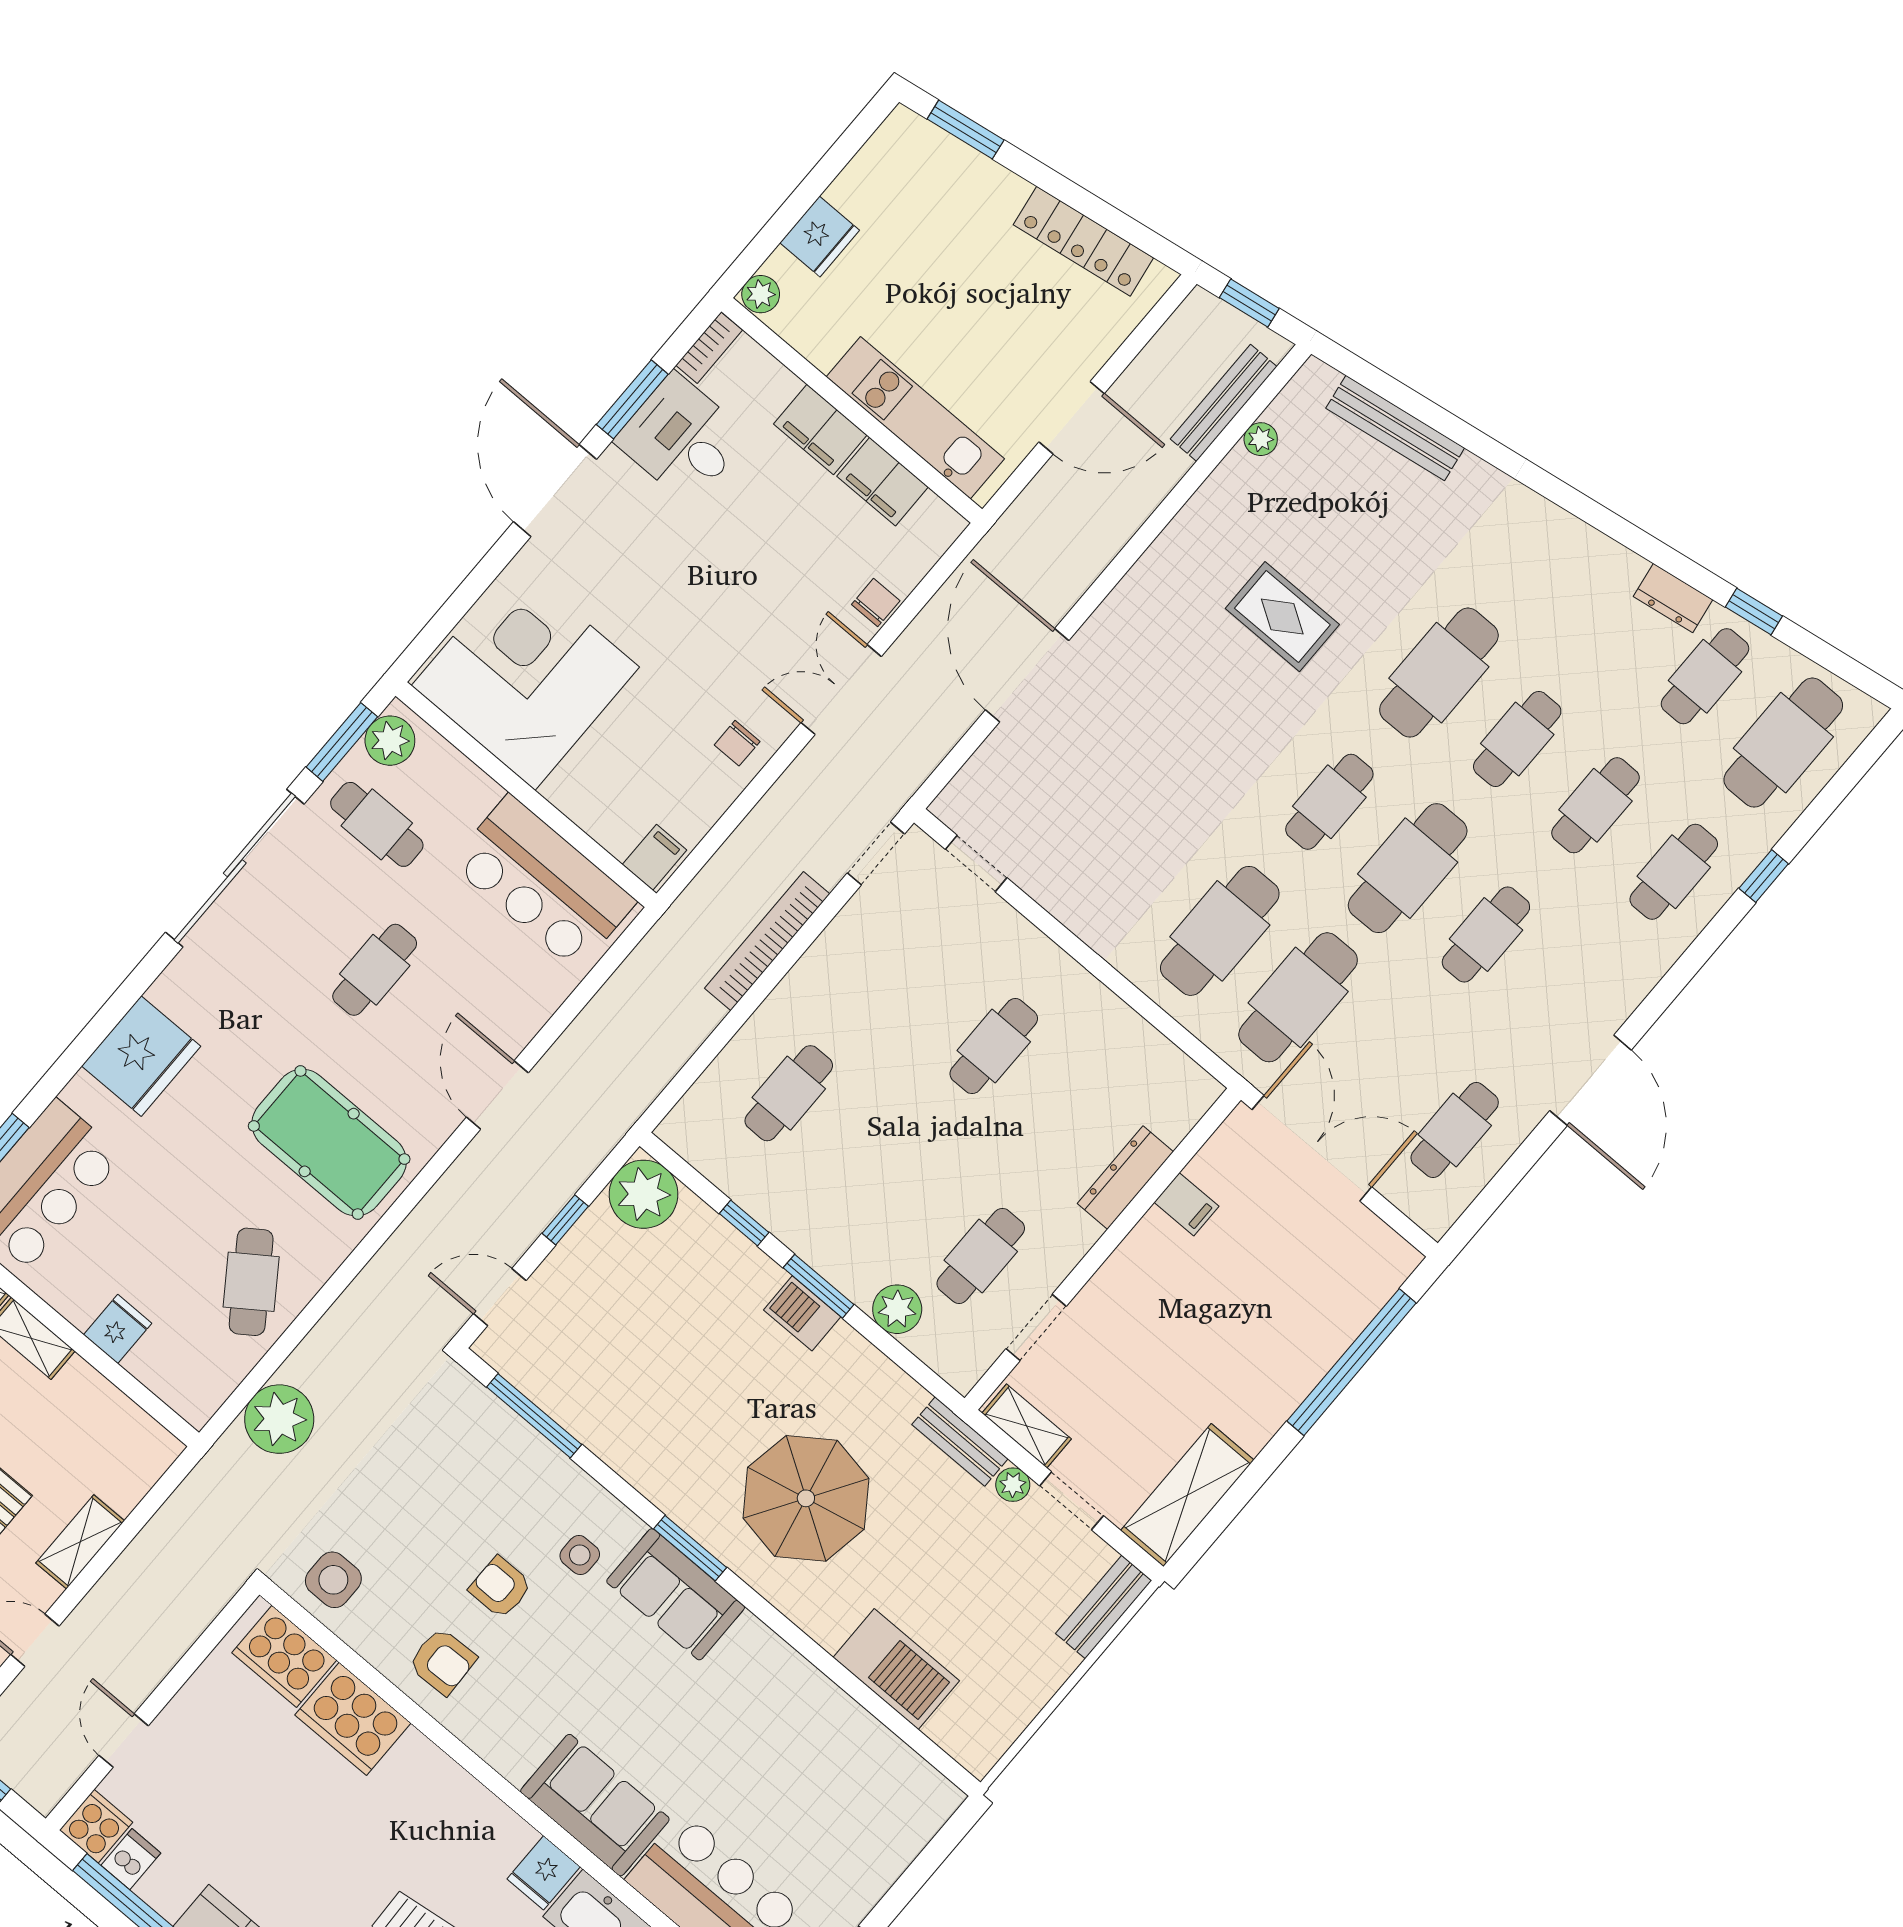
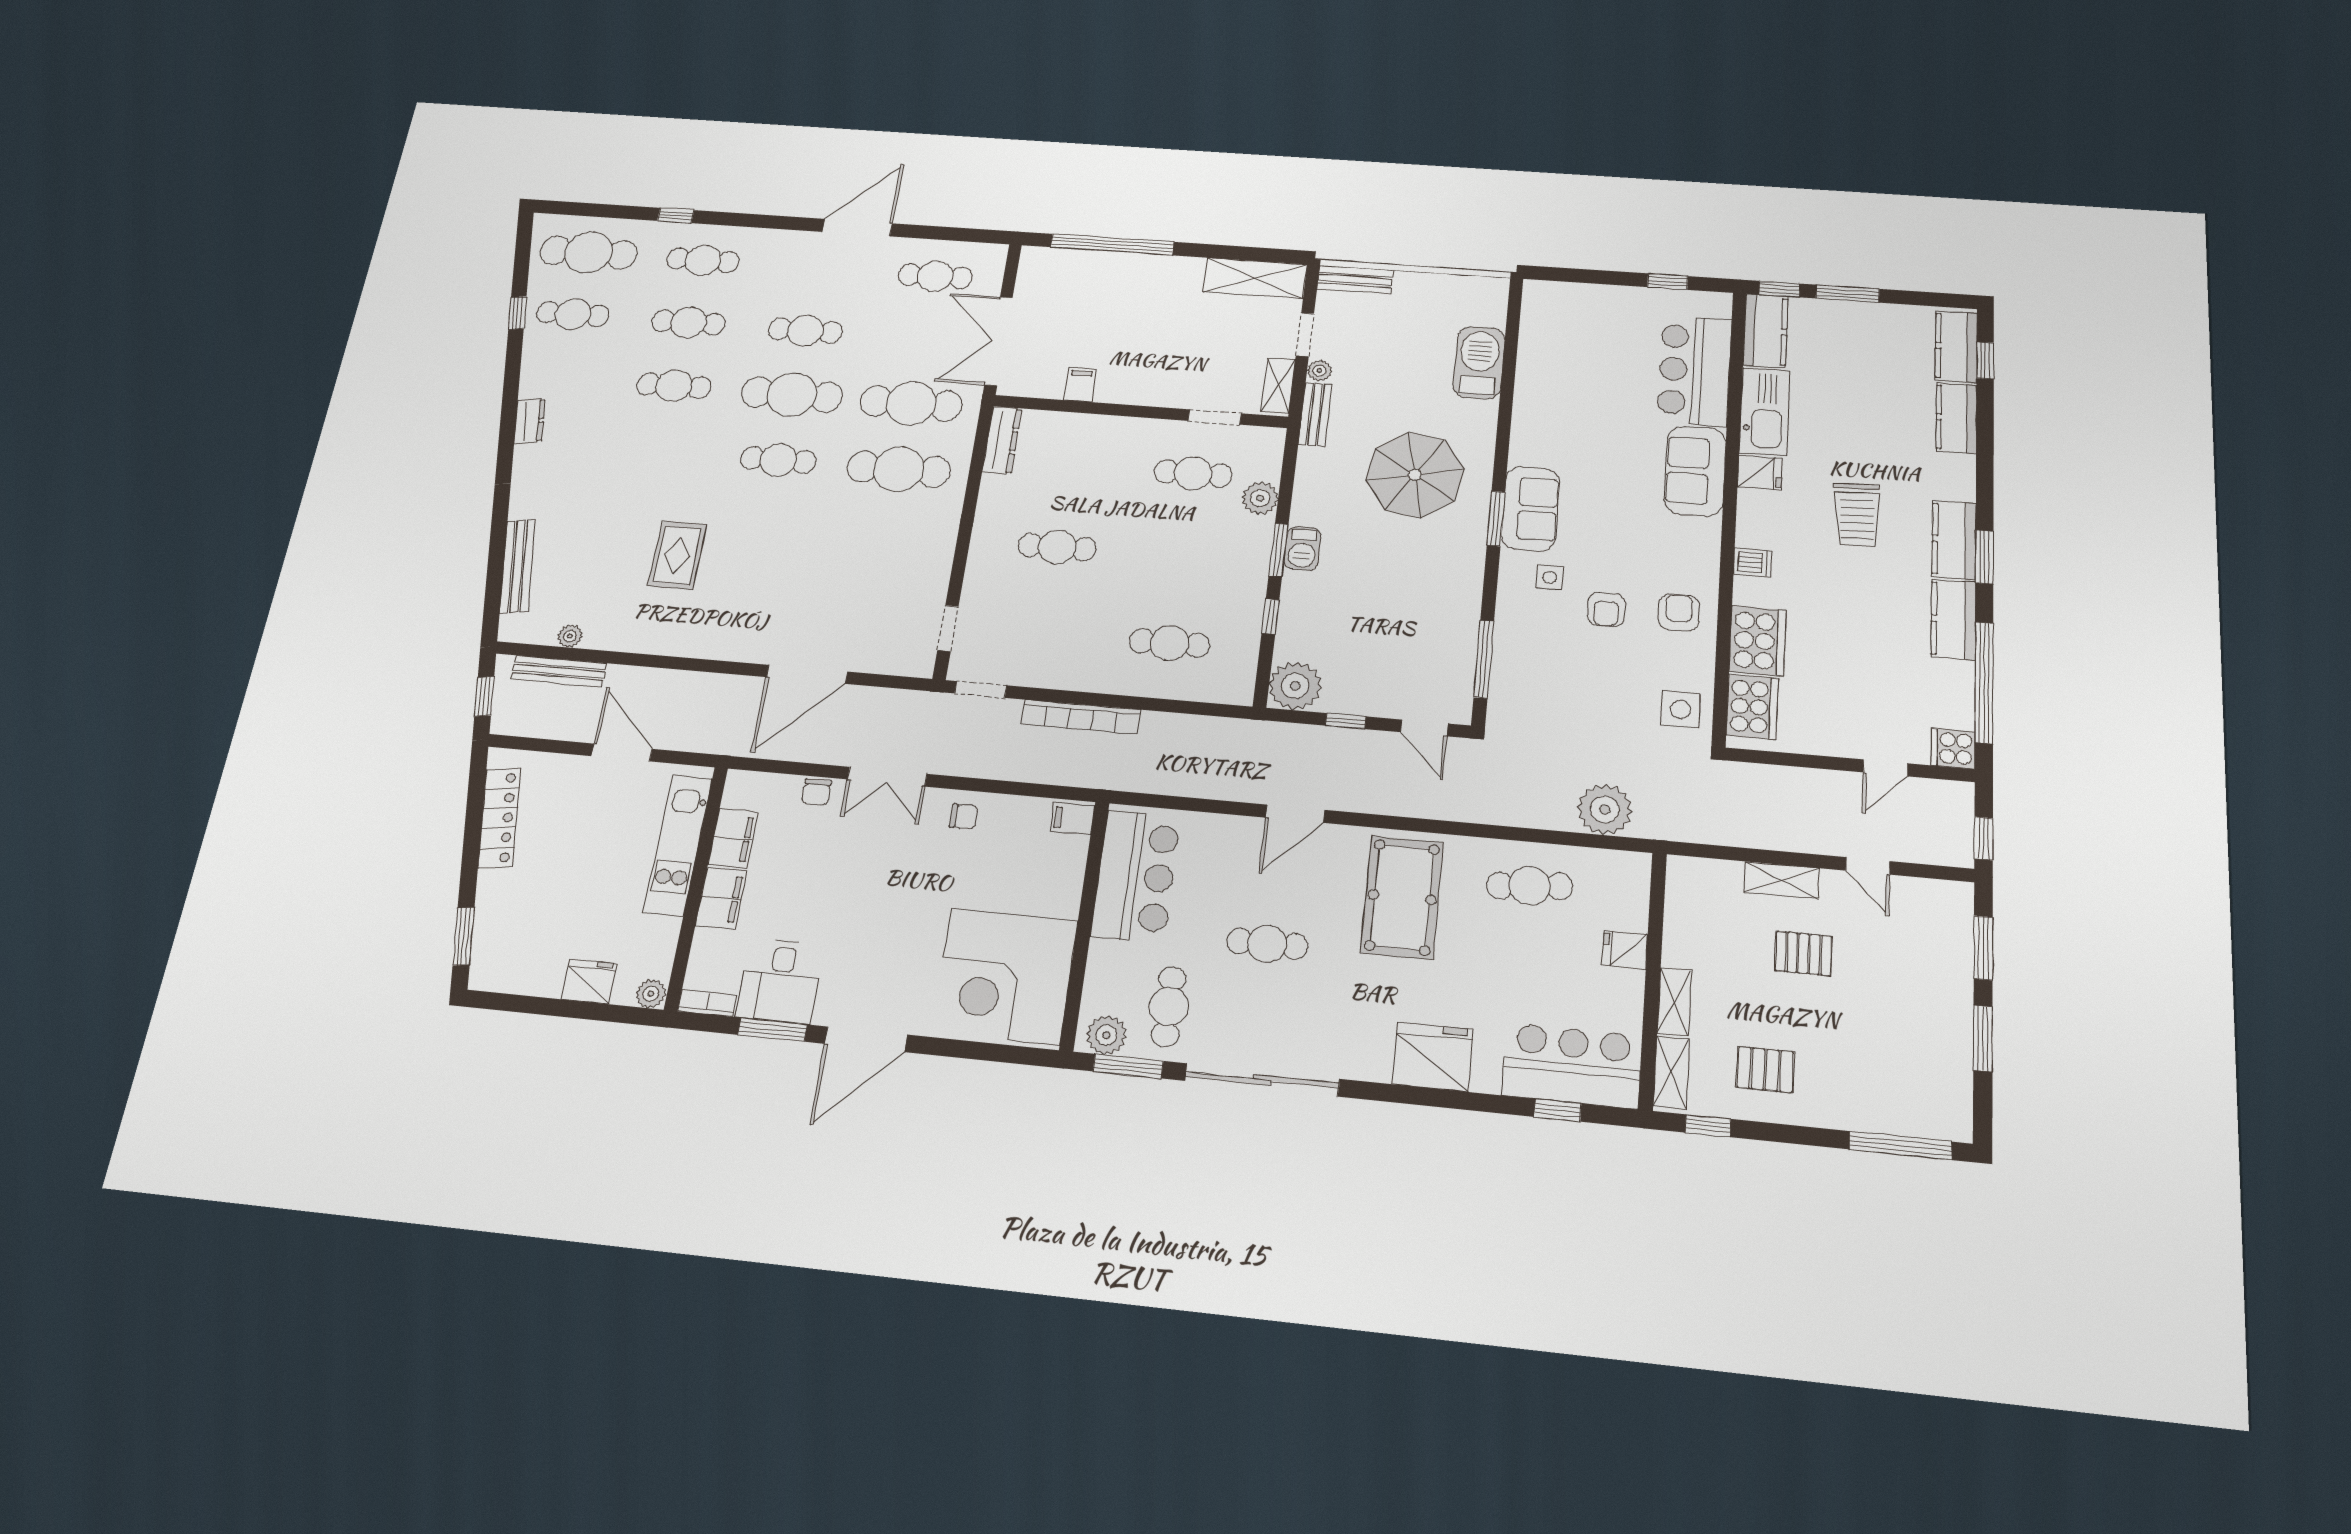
dresser: (1673, 598) -> (530, 421), moved
chair: (876, 603) -> (816, 792), turned -90
cafe table: (1439, 673) -> (659, 451), removed
dresser: (1125, 1178) -> (1002, 440), moved, turned -90
cafe table: (251, 1282) -> (1530, 886), turned 30
dishwasher: (131, 1859) -> (1753, 562), moved, turned 180

